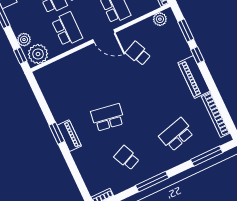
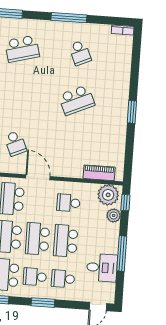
school desk: (67, 29) -> (68, 203), width x0.54
school desk: (108, 117) -> (77, 100), turned -33
piano: (69, 136) -> (99, 173), moved, turned 90

